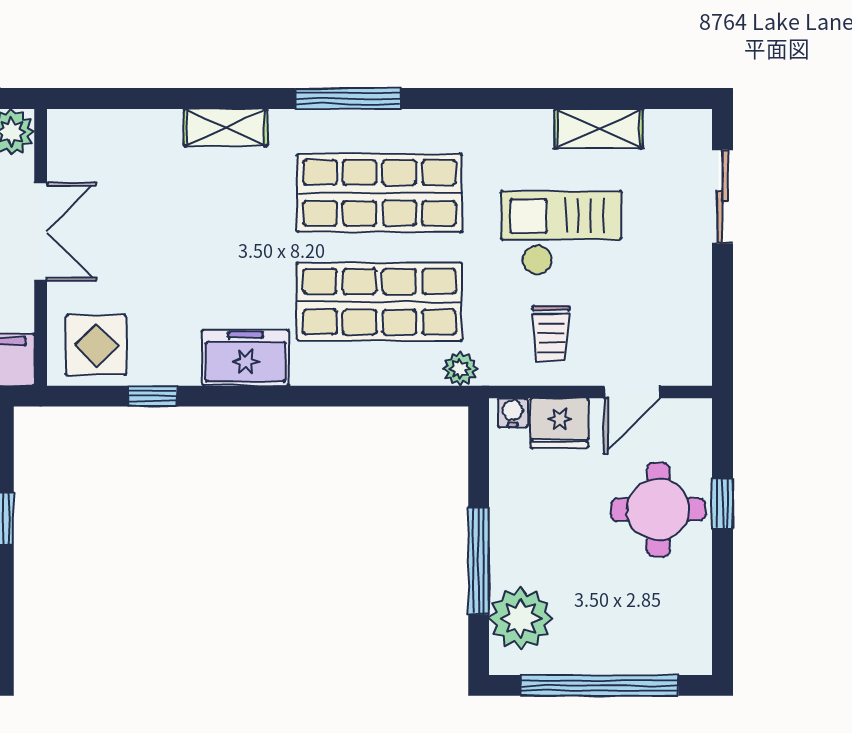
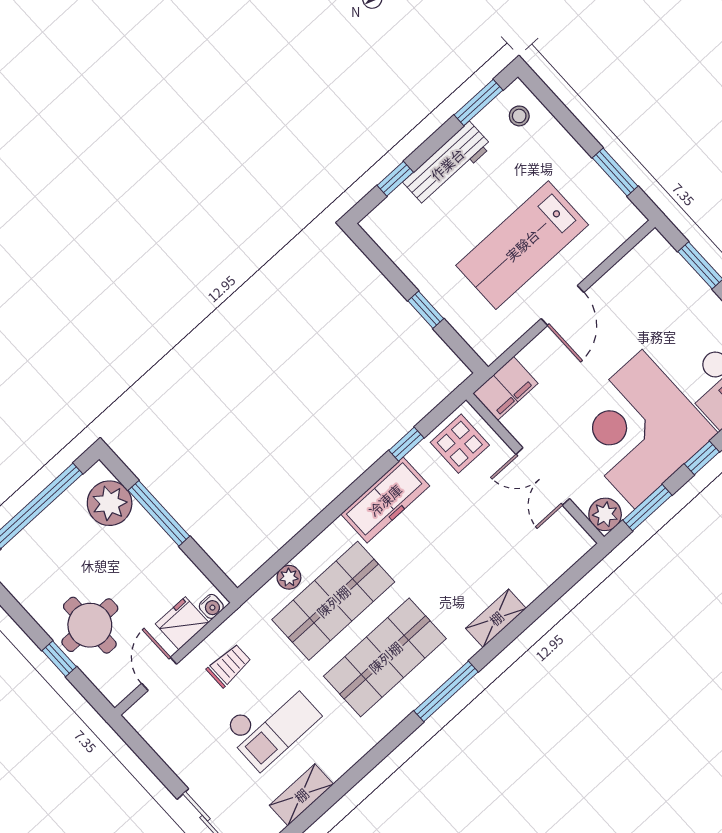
trolley: (551, 334) -> (229, 666), turned 90
freezer: (246, 358) -> (385, 500), width x1.40
plant: (460, 369) -> (289, 577), moved

